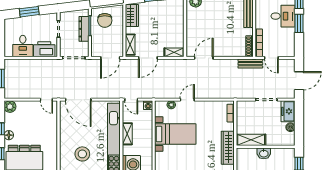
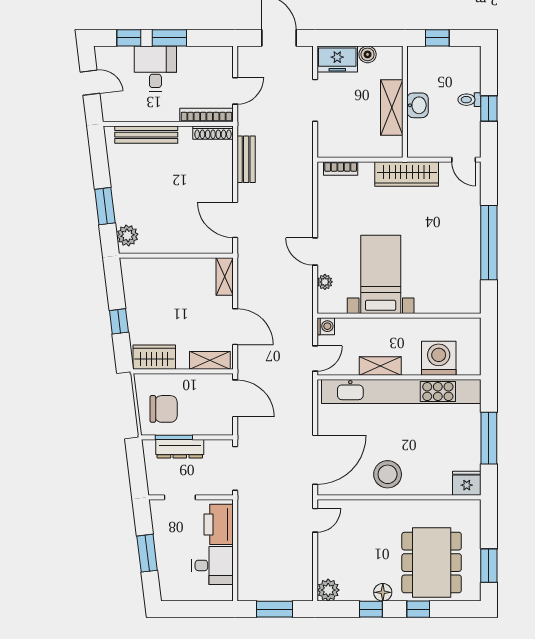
bench: (250, 64) -> (246, 159), moved
shelving: (251, 140) -> (392, 108), moved
stool: (82, 154) -> (388, 474), moved

